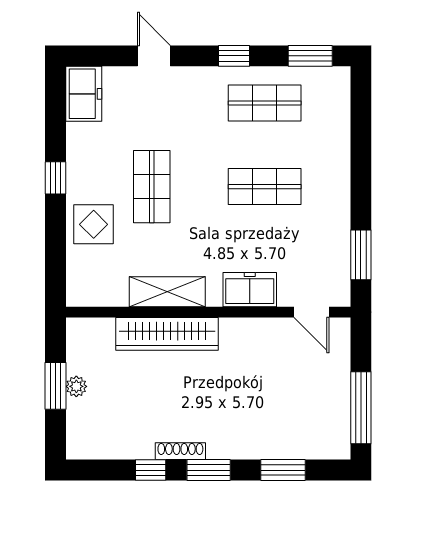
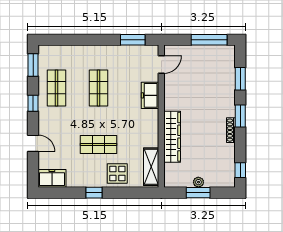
door: (154, 56) -> (33, 143), swing flipped
shelving: (167, 292) -> (151, 167), moved
window: (151, 470) -> (240, 170), moved

